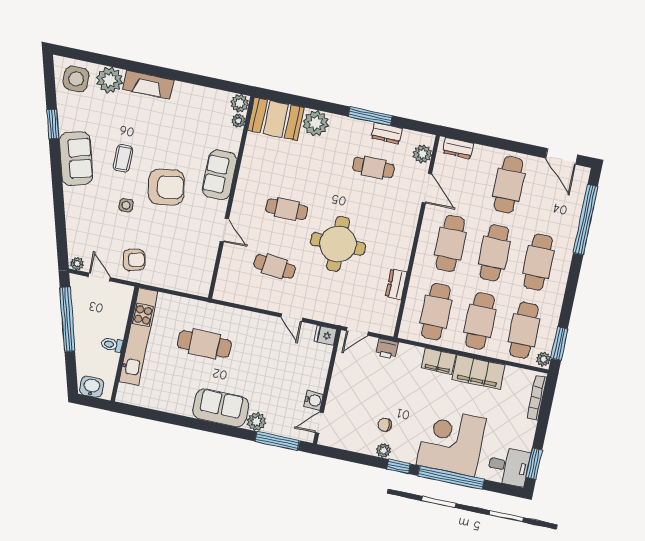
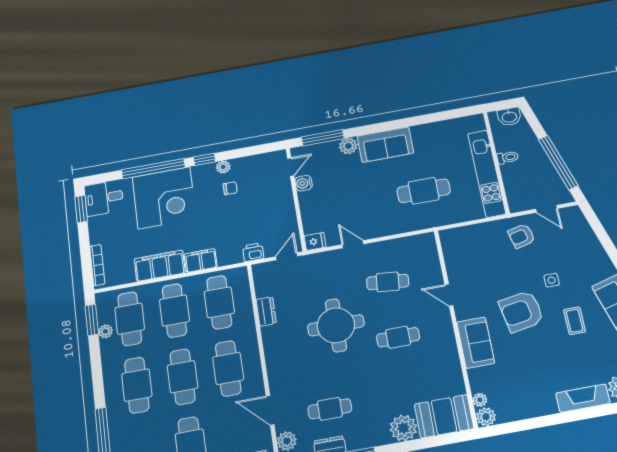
plant: (77, 264) -> (572, 212), removed
plant: (543, 359) -> (105, 331), moved

